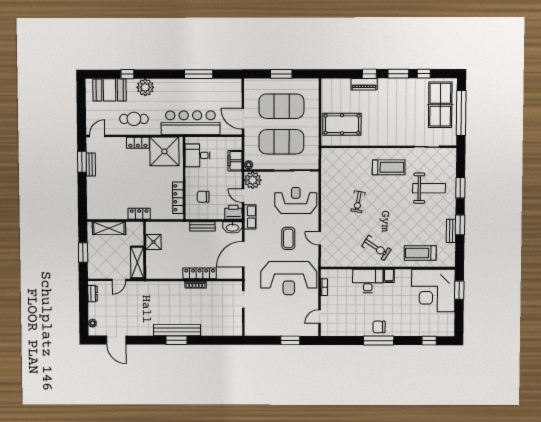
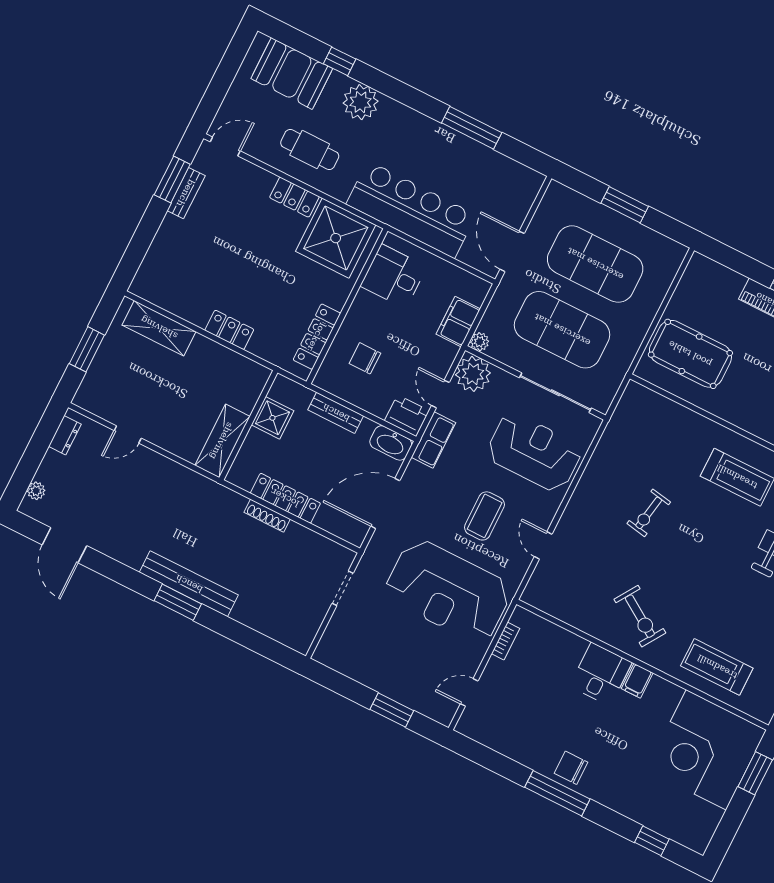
shower: (153, 242) -> (272, 418), moved
wall: (145, 250) -> (248, 425), moved
shelving: (137, 262) -> (222, 441), moved
desk: (368, 281) -> (601, 674), width x0.73

